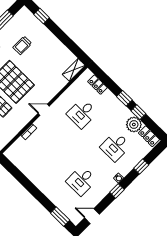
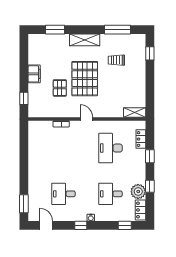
window: (124, 98) -> (150, 156), moved
desk: (82, 113) -> (110, 148), width x1.37
window: (141, 166) -> (125, 225), moved

